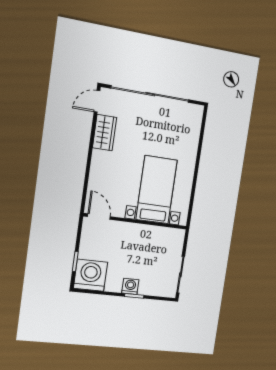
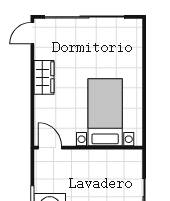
wardrobe: (105, 133) -> (44, 77), moved

